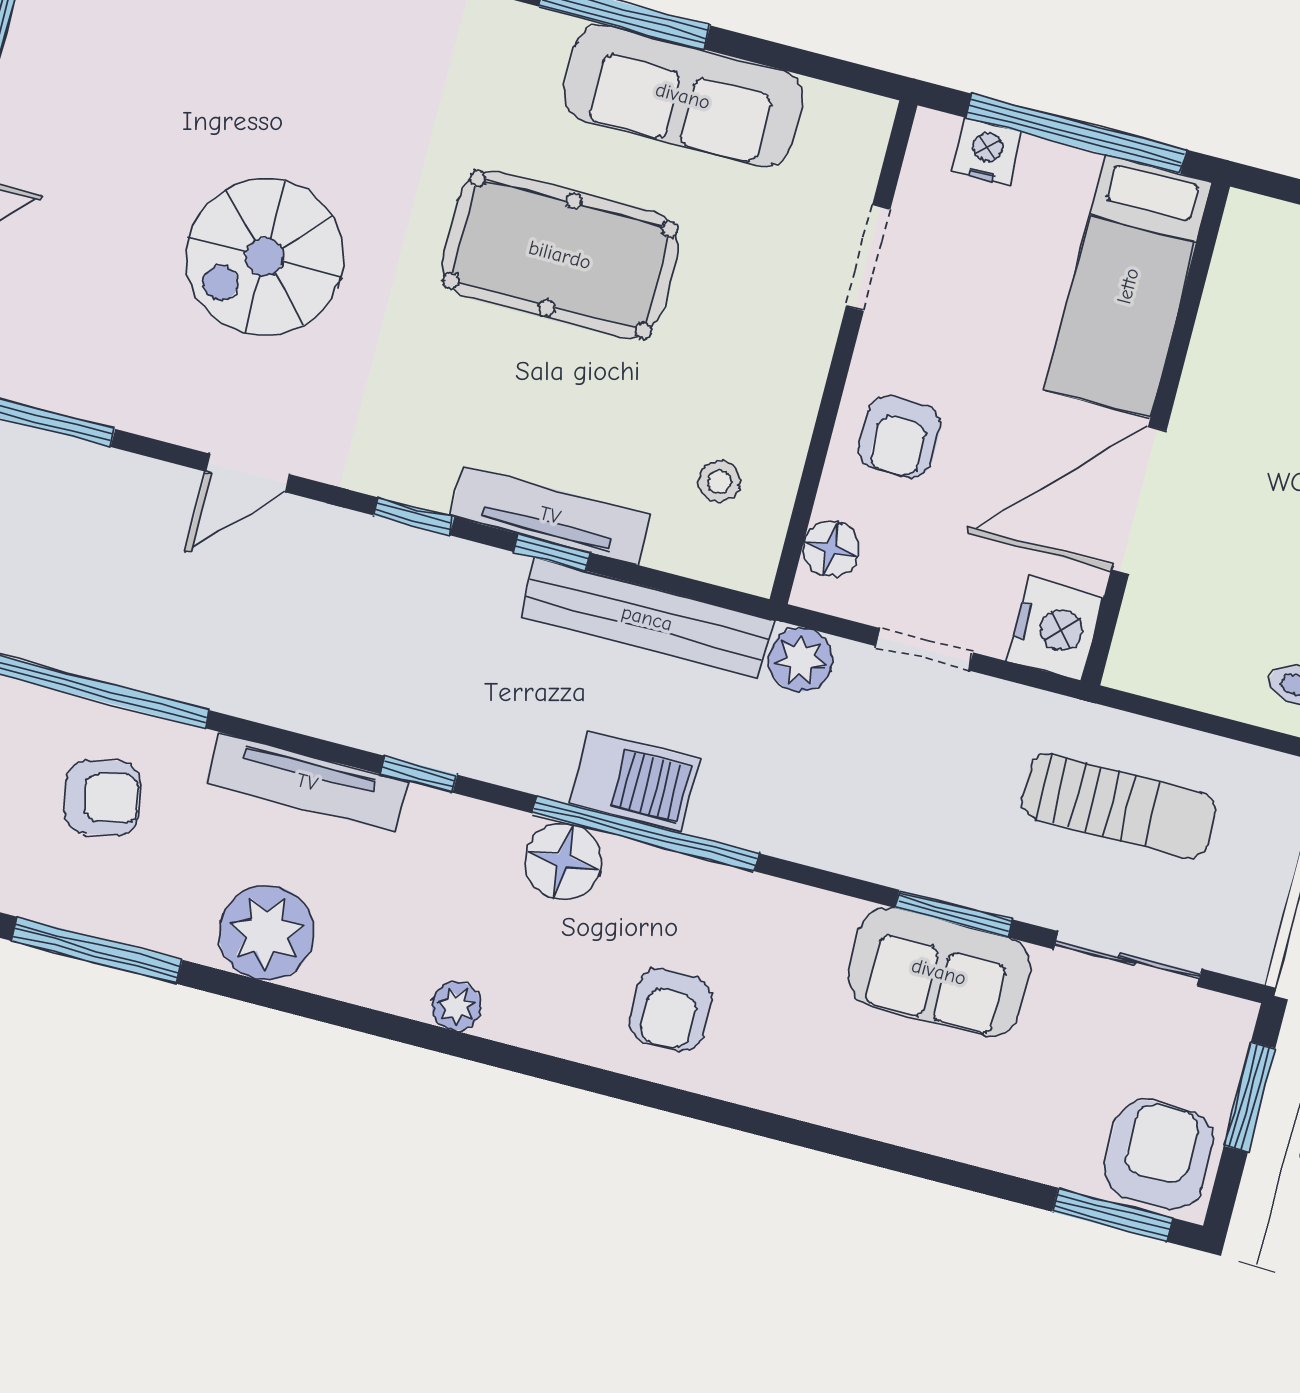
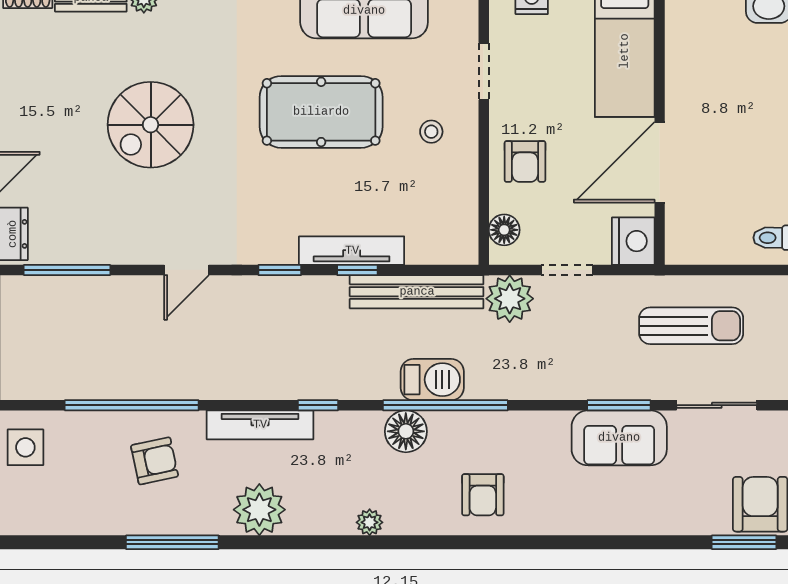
spiral stairs: (265, 257) -> (151, 125), moved
stool: (719, 482) -> (431, 132), moved
plant: (801, 660) -> (510, 299), width x1.36, depth x1.36

